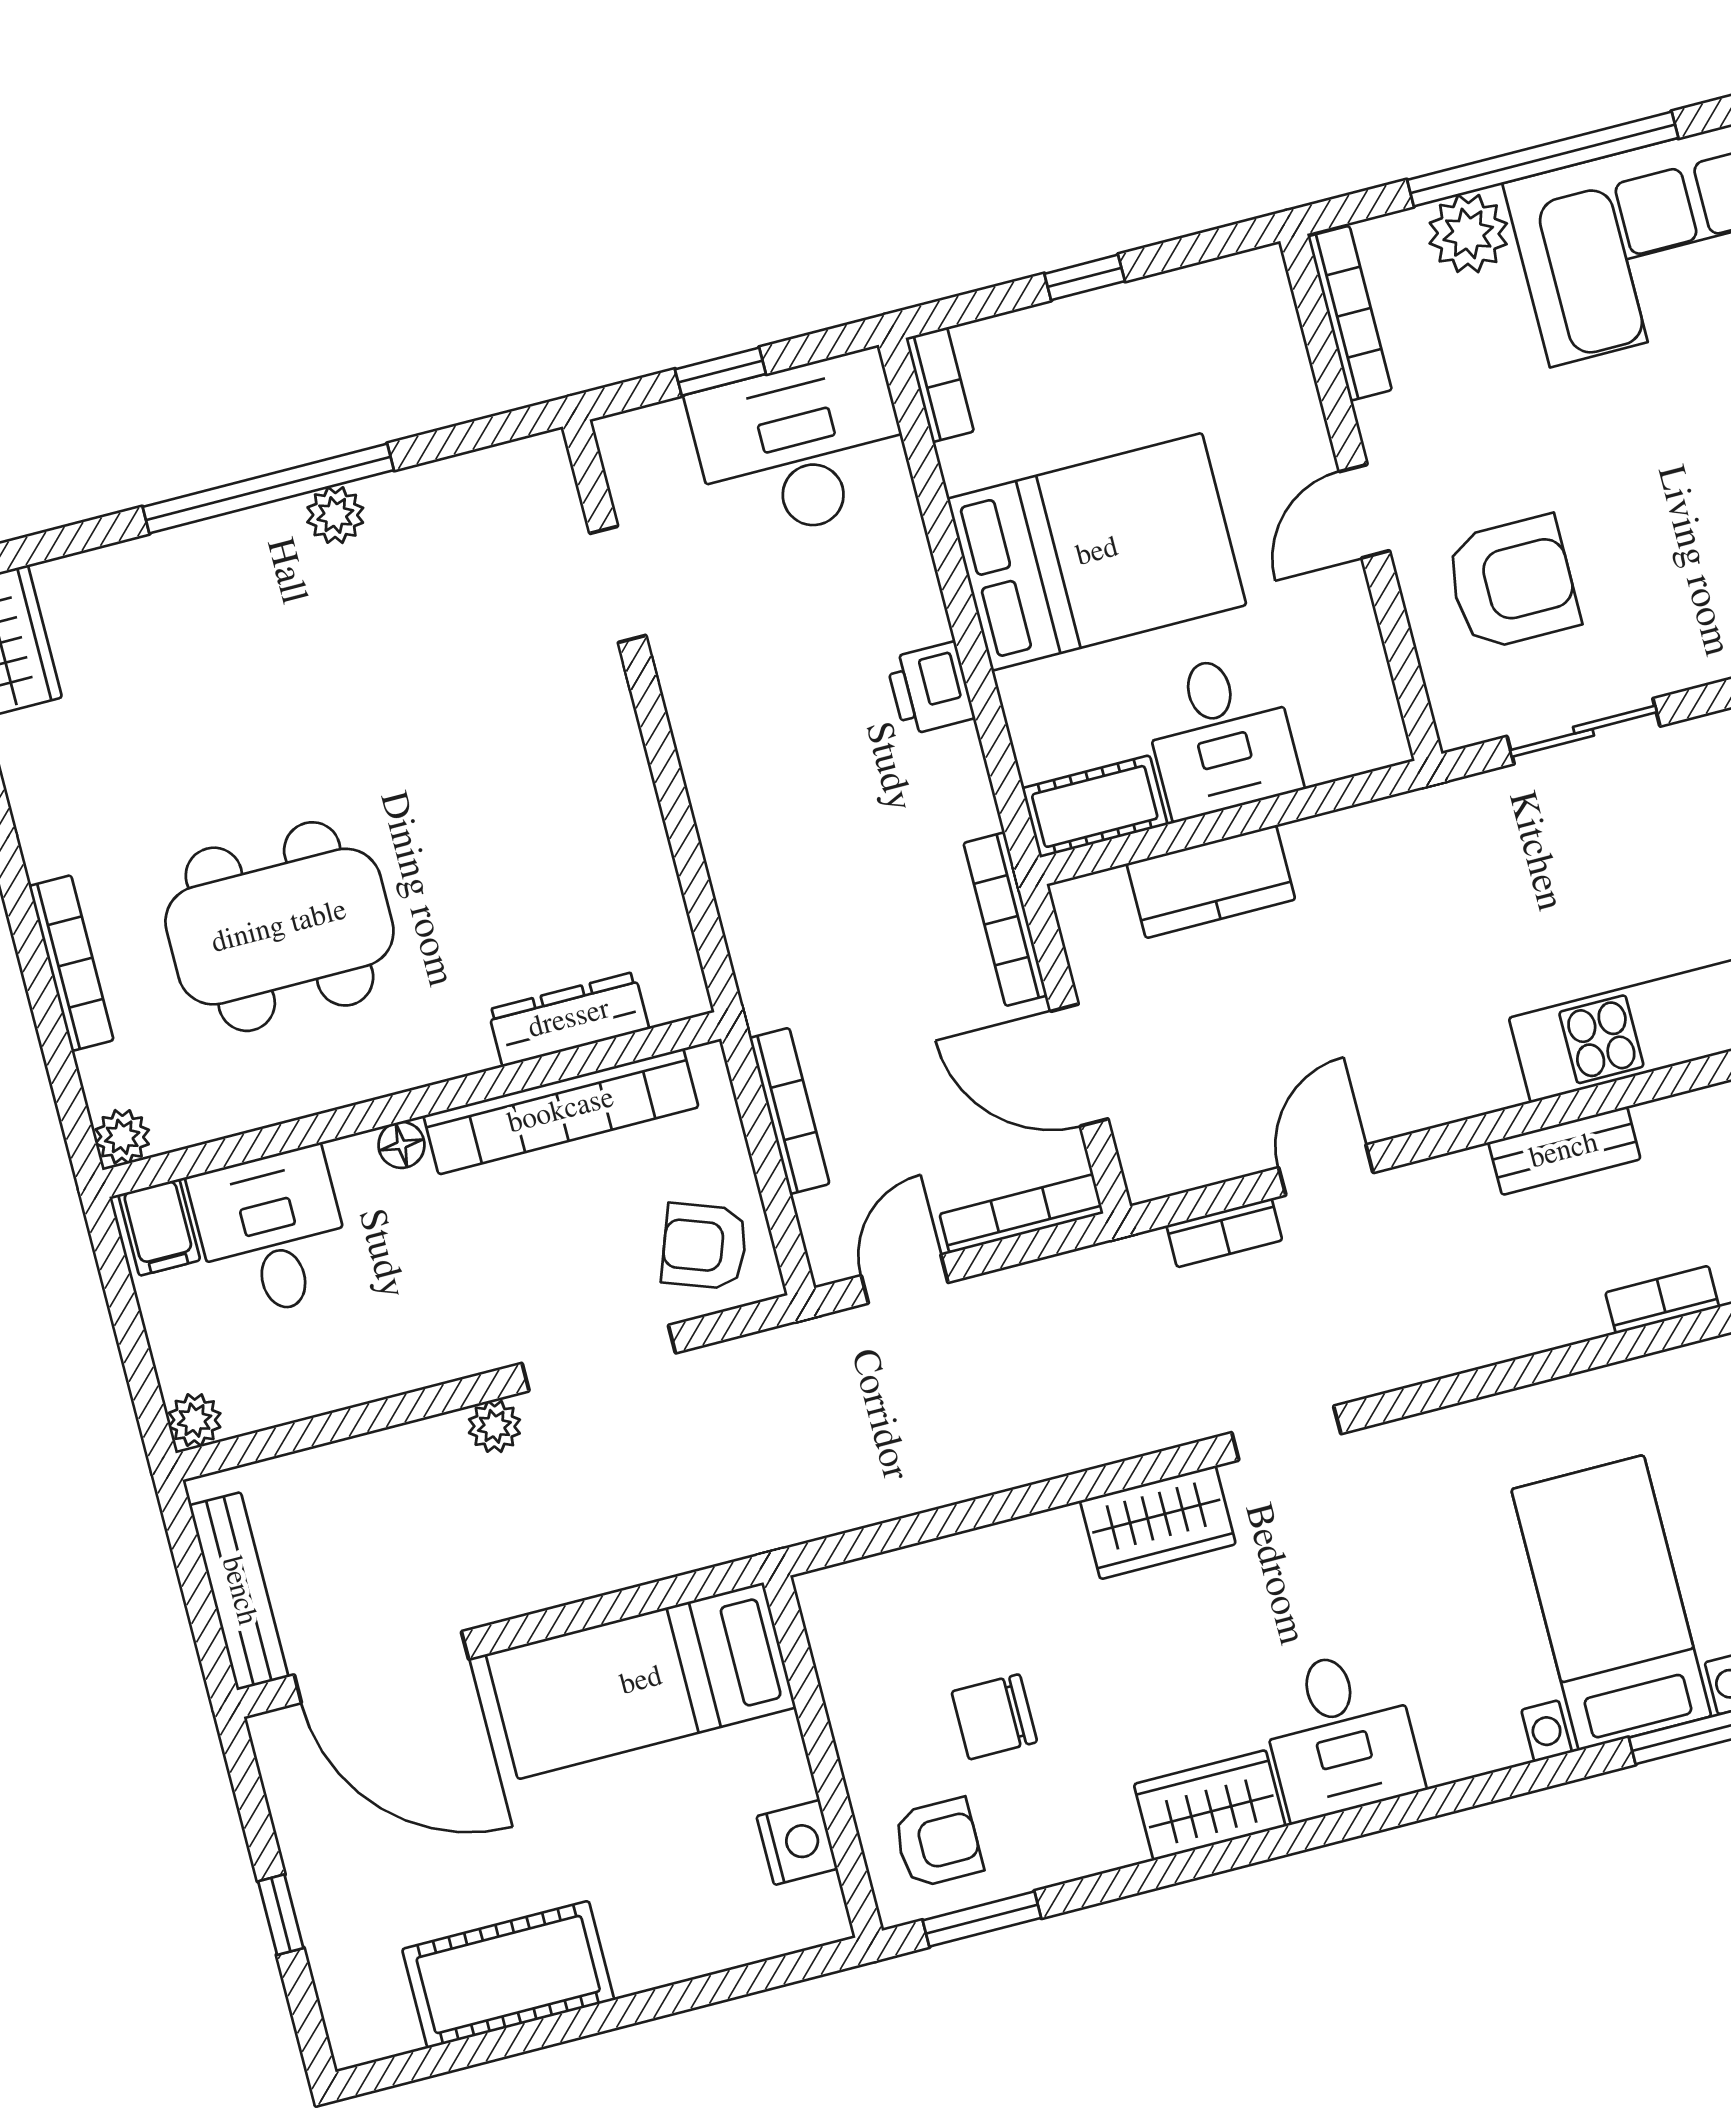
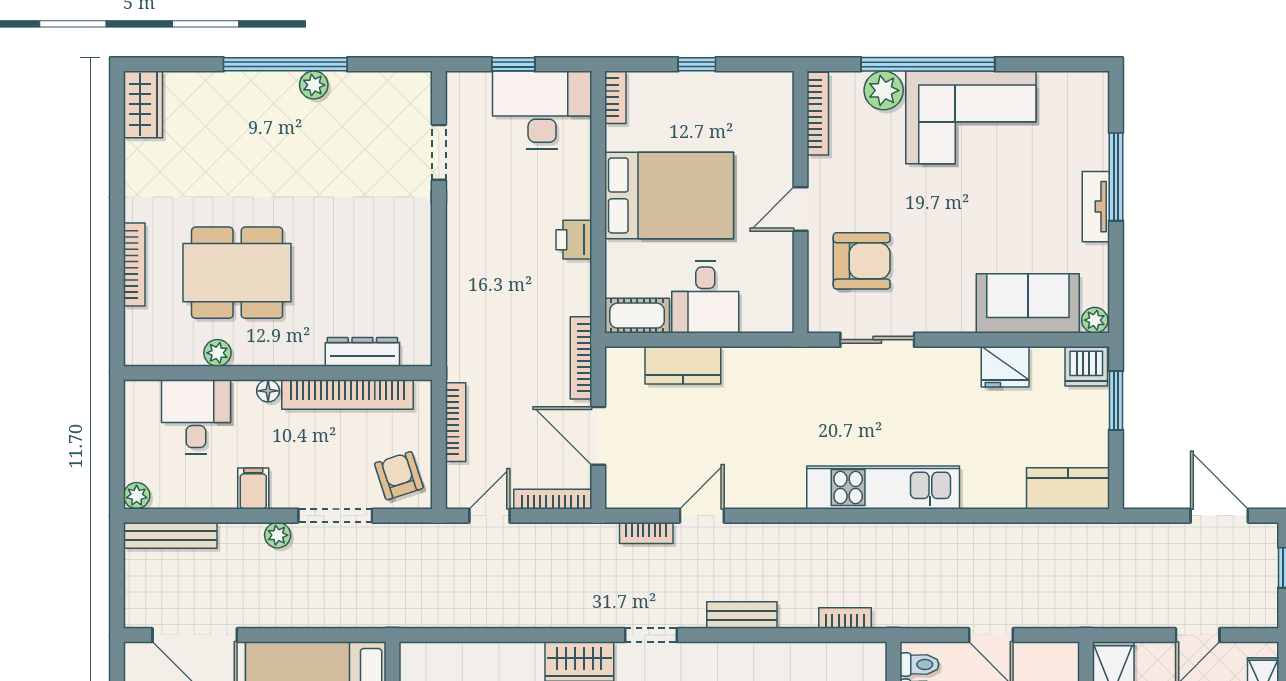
plant: (122, 1137) -> (217, 353), moved
bench: (1564, 1151) -> (742, 615), moved
filing cabinet: (159, 1227) -> (253, 488), moved, turned 180
armchair: (704, 1246) -> (399, 476), turned 52
bench: (239, 1591) -> (170, 535), moved, turned 90

